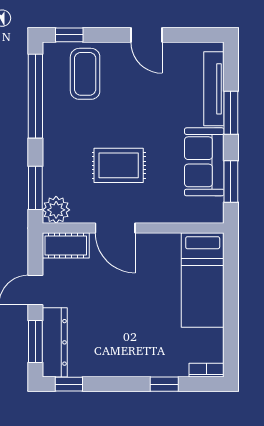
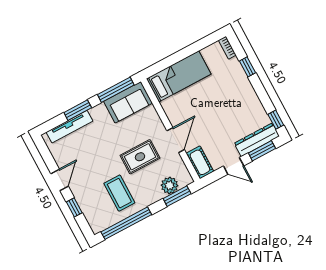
window: (69, 35) -> (74, 207), moved
coffee table: (85, 74) -> (119, 193), moved, turned 90
sofa: (204, 162) -> (128, 102), moved
rug: (119, 165) -> (140, 157), turned 90
window: (231, 182) -> (116, 90), width x1.44
plant: (56, 210) -> (169, 185), moved

